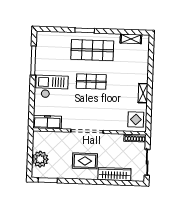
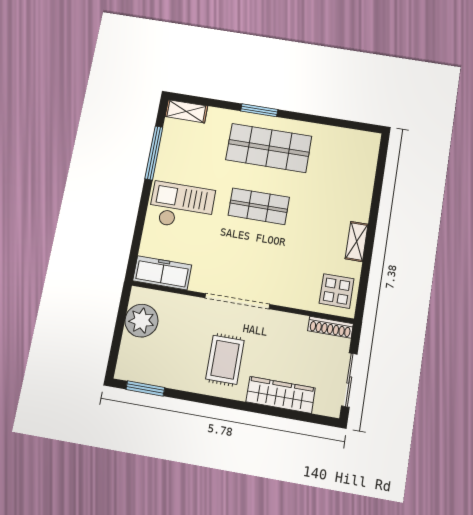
shelving: (131, 39) -> (186, 111), moved
plant: (40, 159) -> (141, 321), moved
rug: (85, 161) -> (225, 360), turned 90

